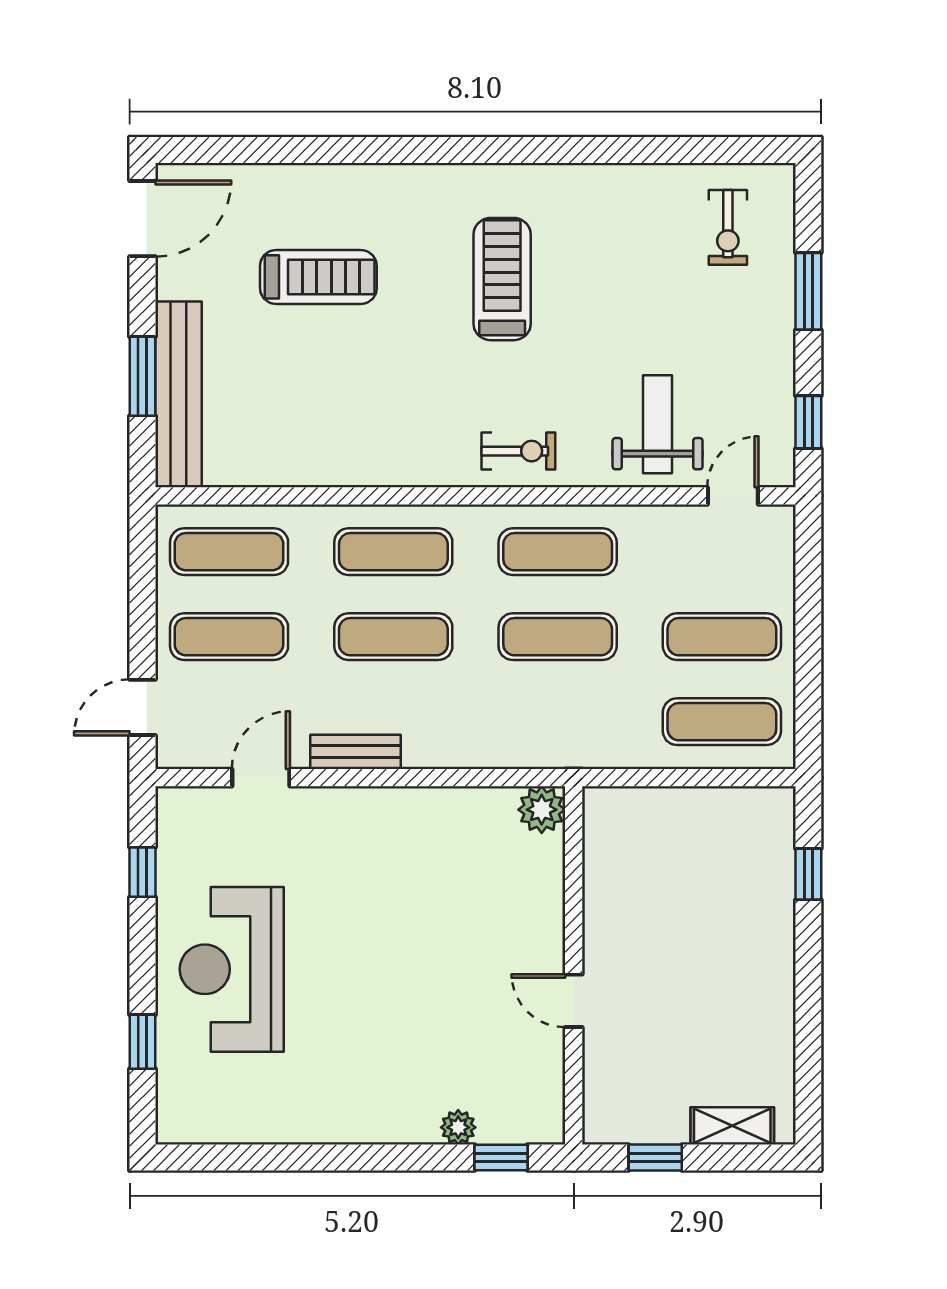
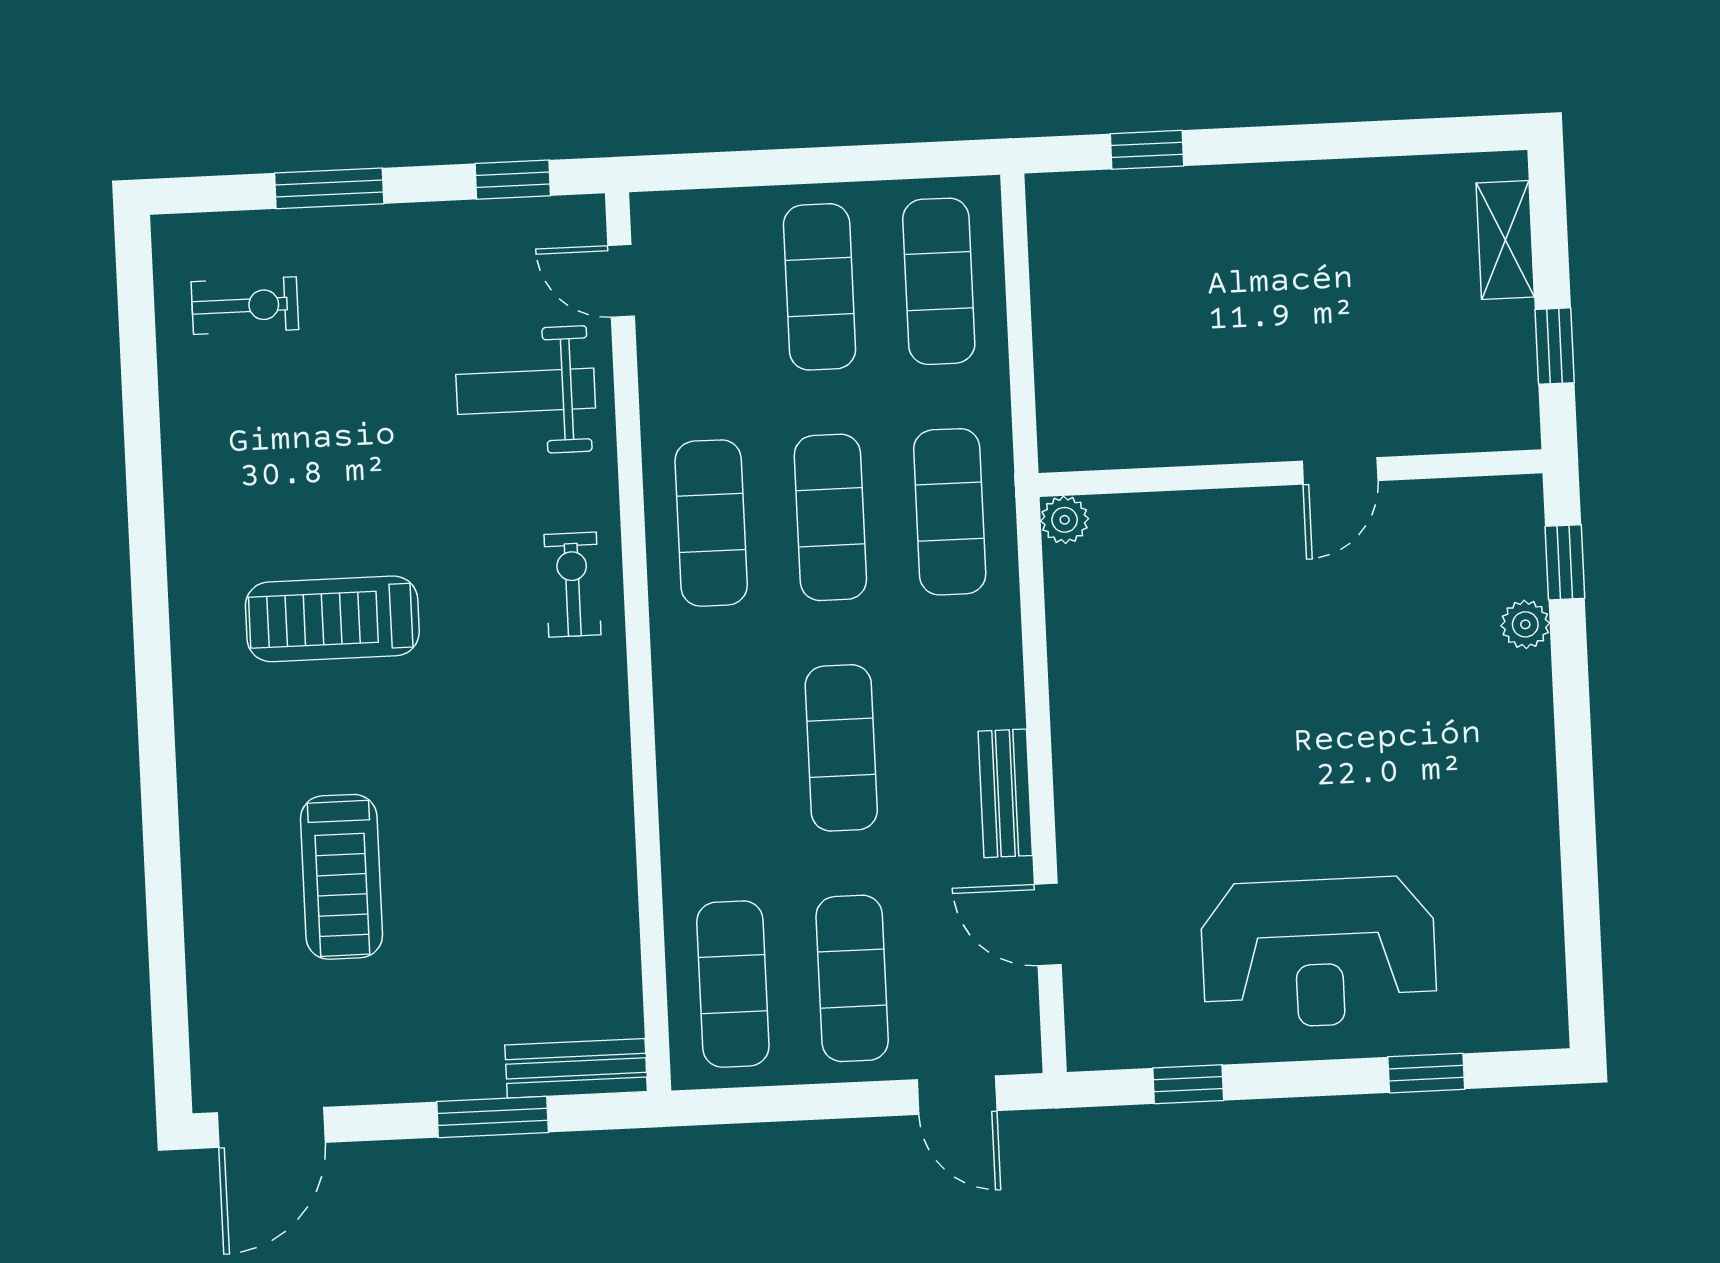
door: (143, 219) -> (271, 1127), swing flipped
treadmill: (318, 277) -> (341, 877), turned 180
bench: (178, 394) -> (576, 1068), width x0.54, depth x0.82
exercise mat: (393, 552) -> (950, 512), moved
plant: (542, 810) -> (1065, 520), width x0.73, depth x0.73

